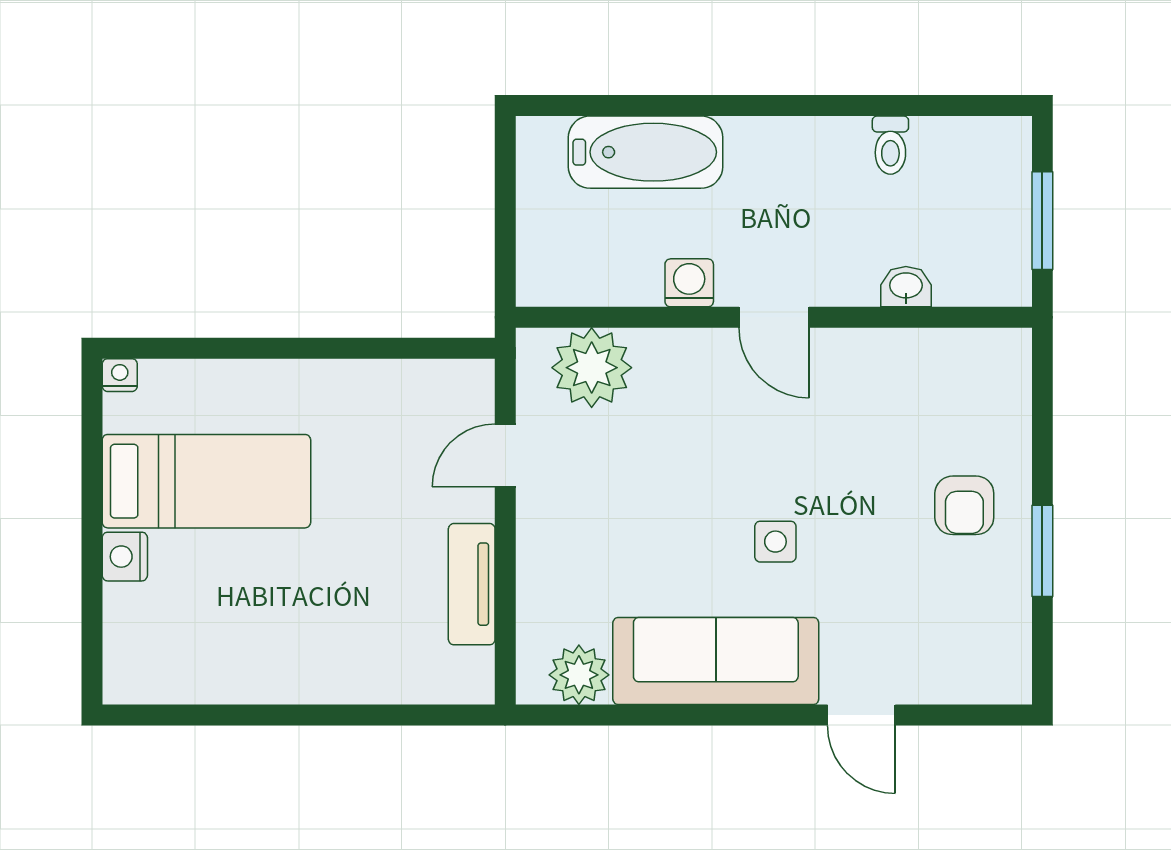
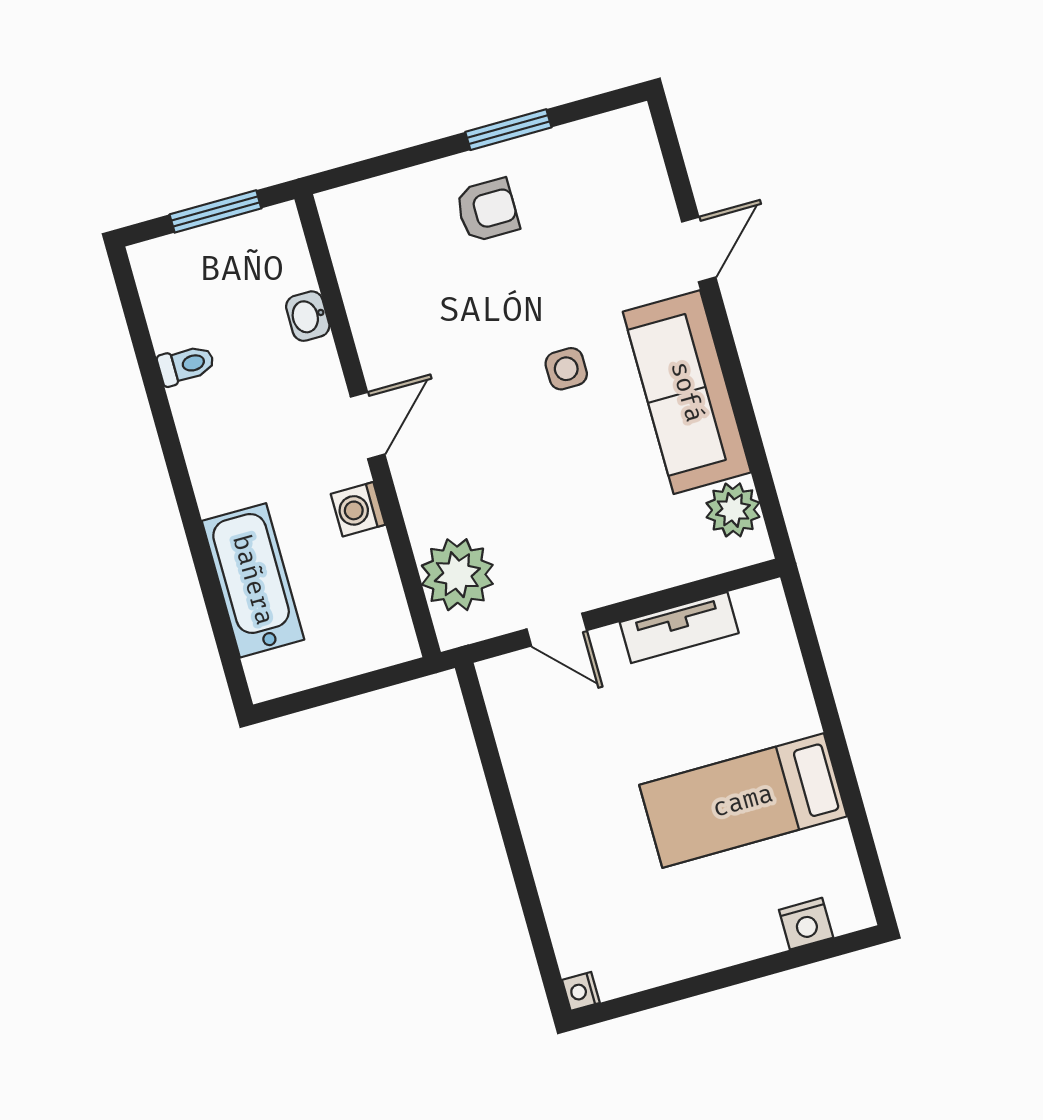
bed: (206, 481) -> (743, 801), moved, turned -90
nightstand: (125, 557) -> (806, 924), moved

